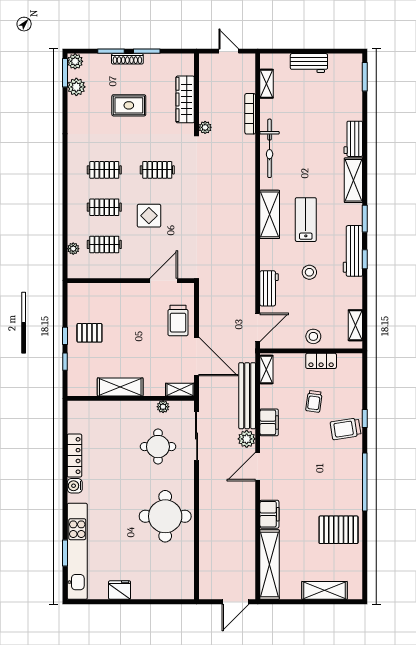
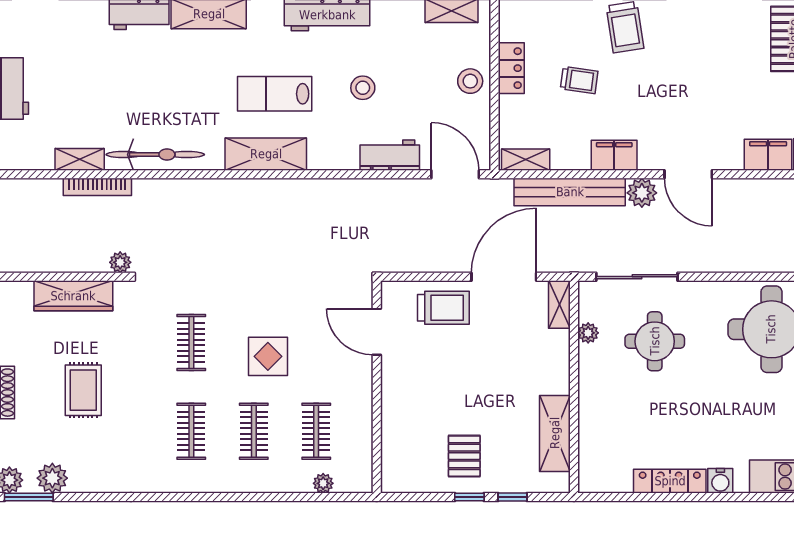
shelving: (267, 84) -> (80, 159), moved
shelving: (120, 387) -> (555, 433), moved

